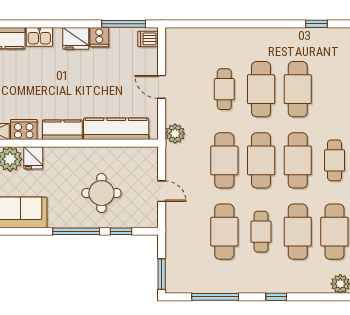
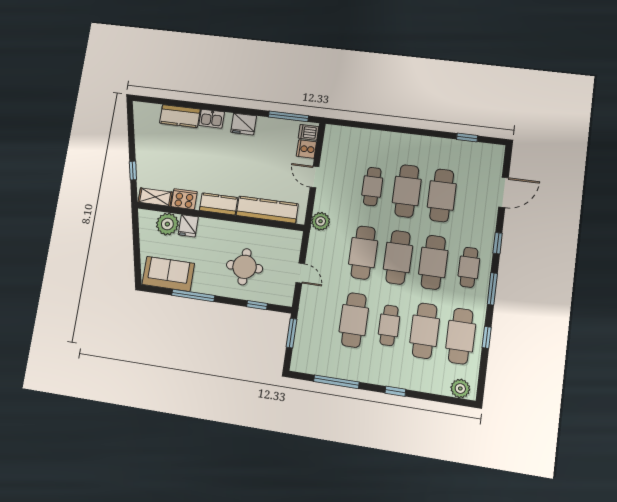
cooker: (99, 37) -> (306, 149), moved, turned 90
window: (76, 231) -> (193, 295), moved
window: (162, 274) -> (291, 333), moved

